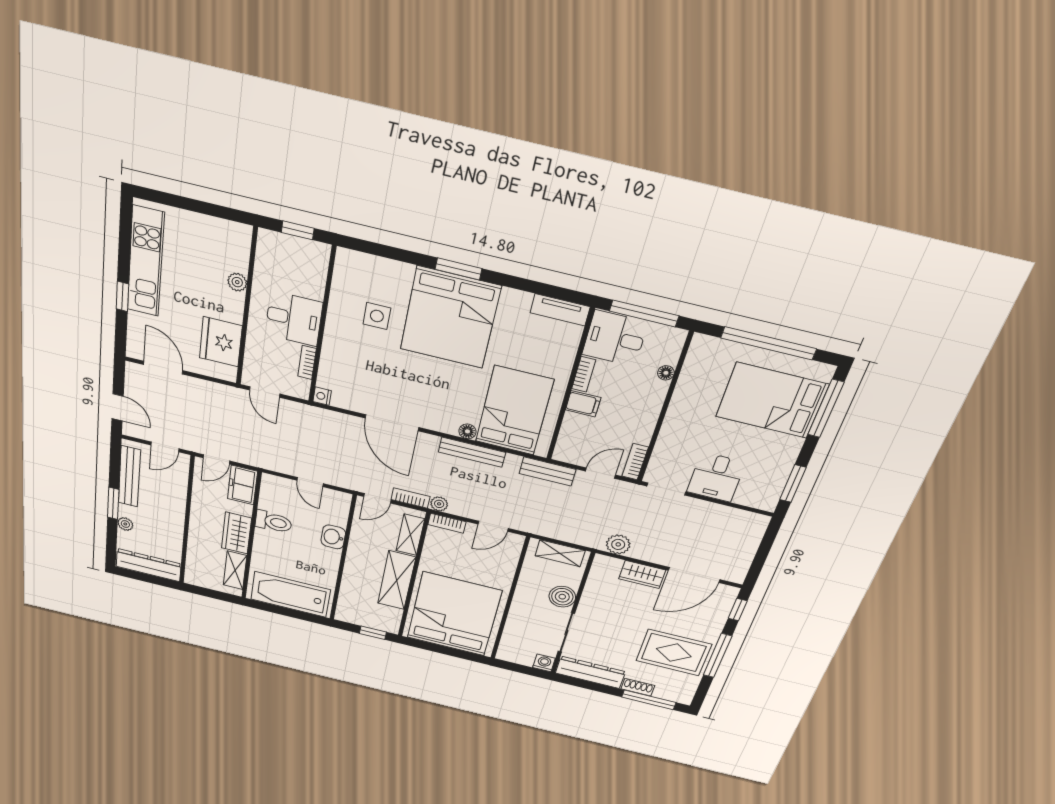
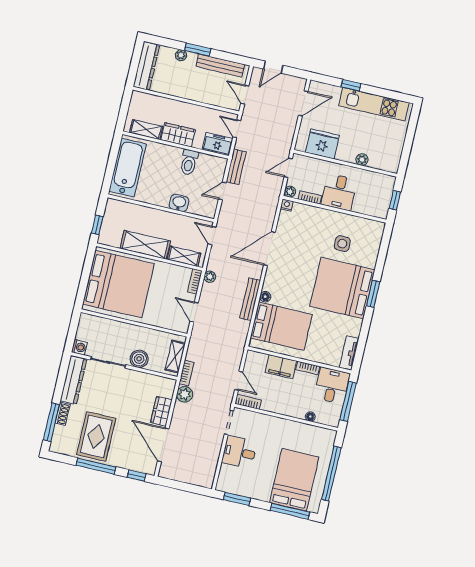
plant: (301, 391) -> (290, 192), added
filing cabinet: (583, 404) -> (281, 367), width x2.00
bench: (548, 471) -> (236, 167), moved
bookcase: (411, 498) -> (187, 373), moved

